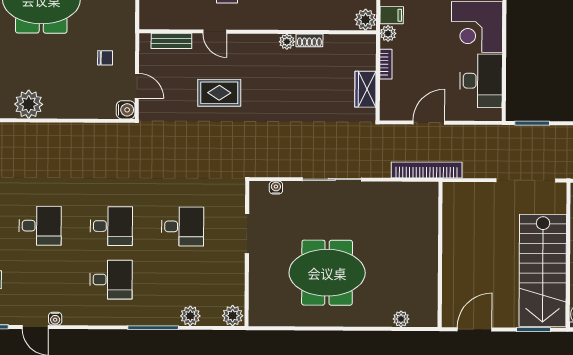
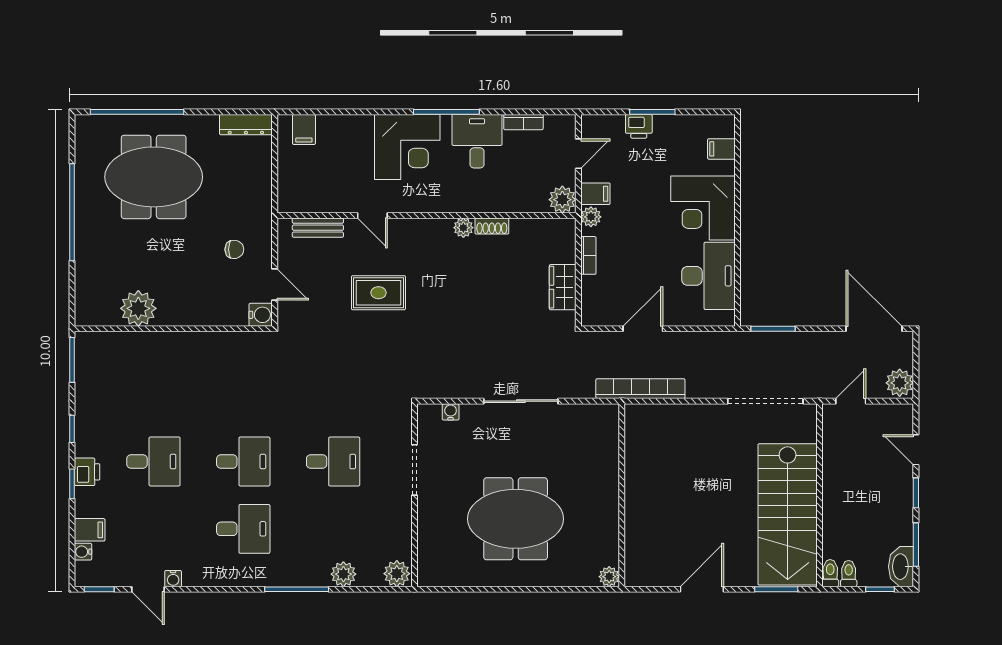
wall: (440, 255) -> (622, 495), moved

